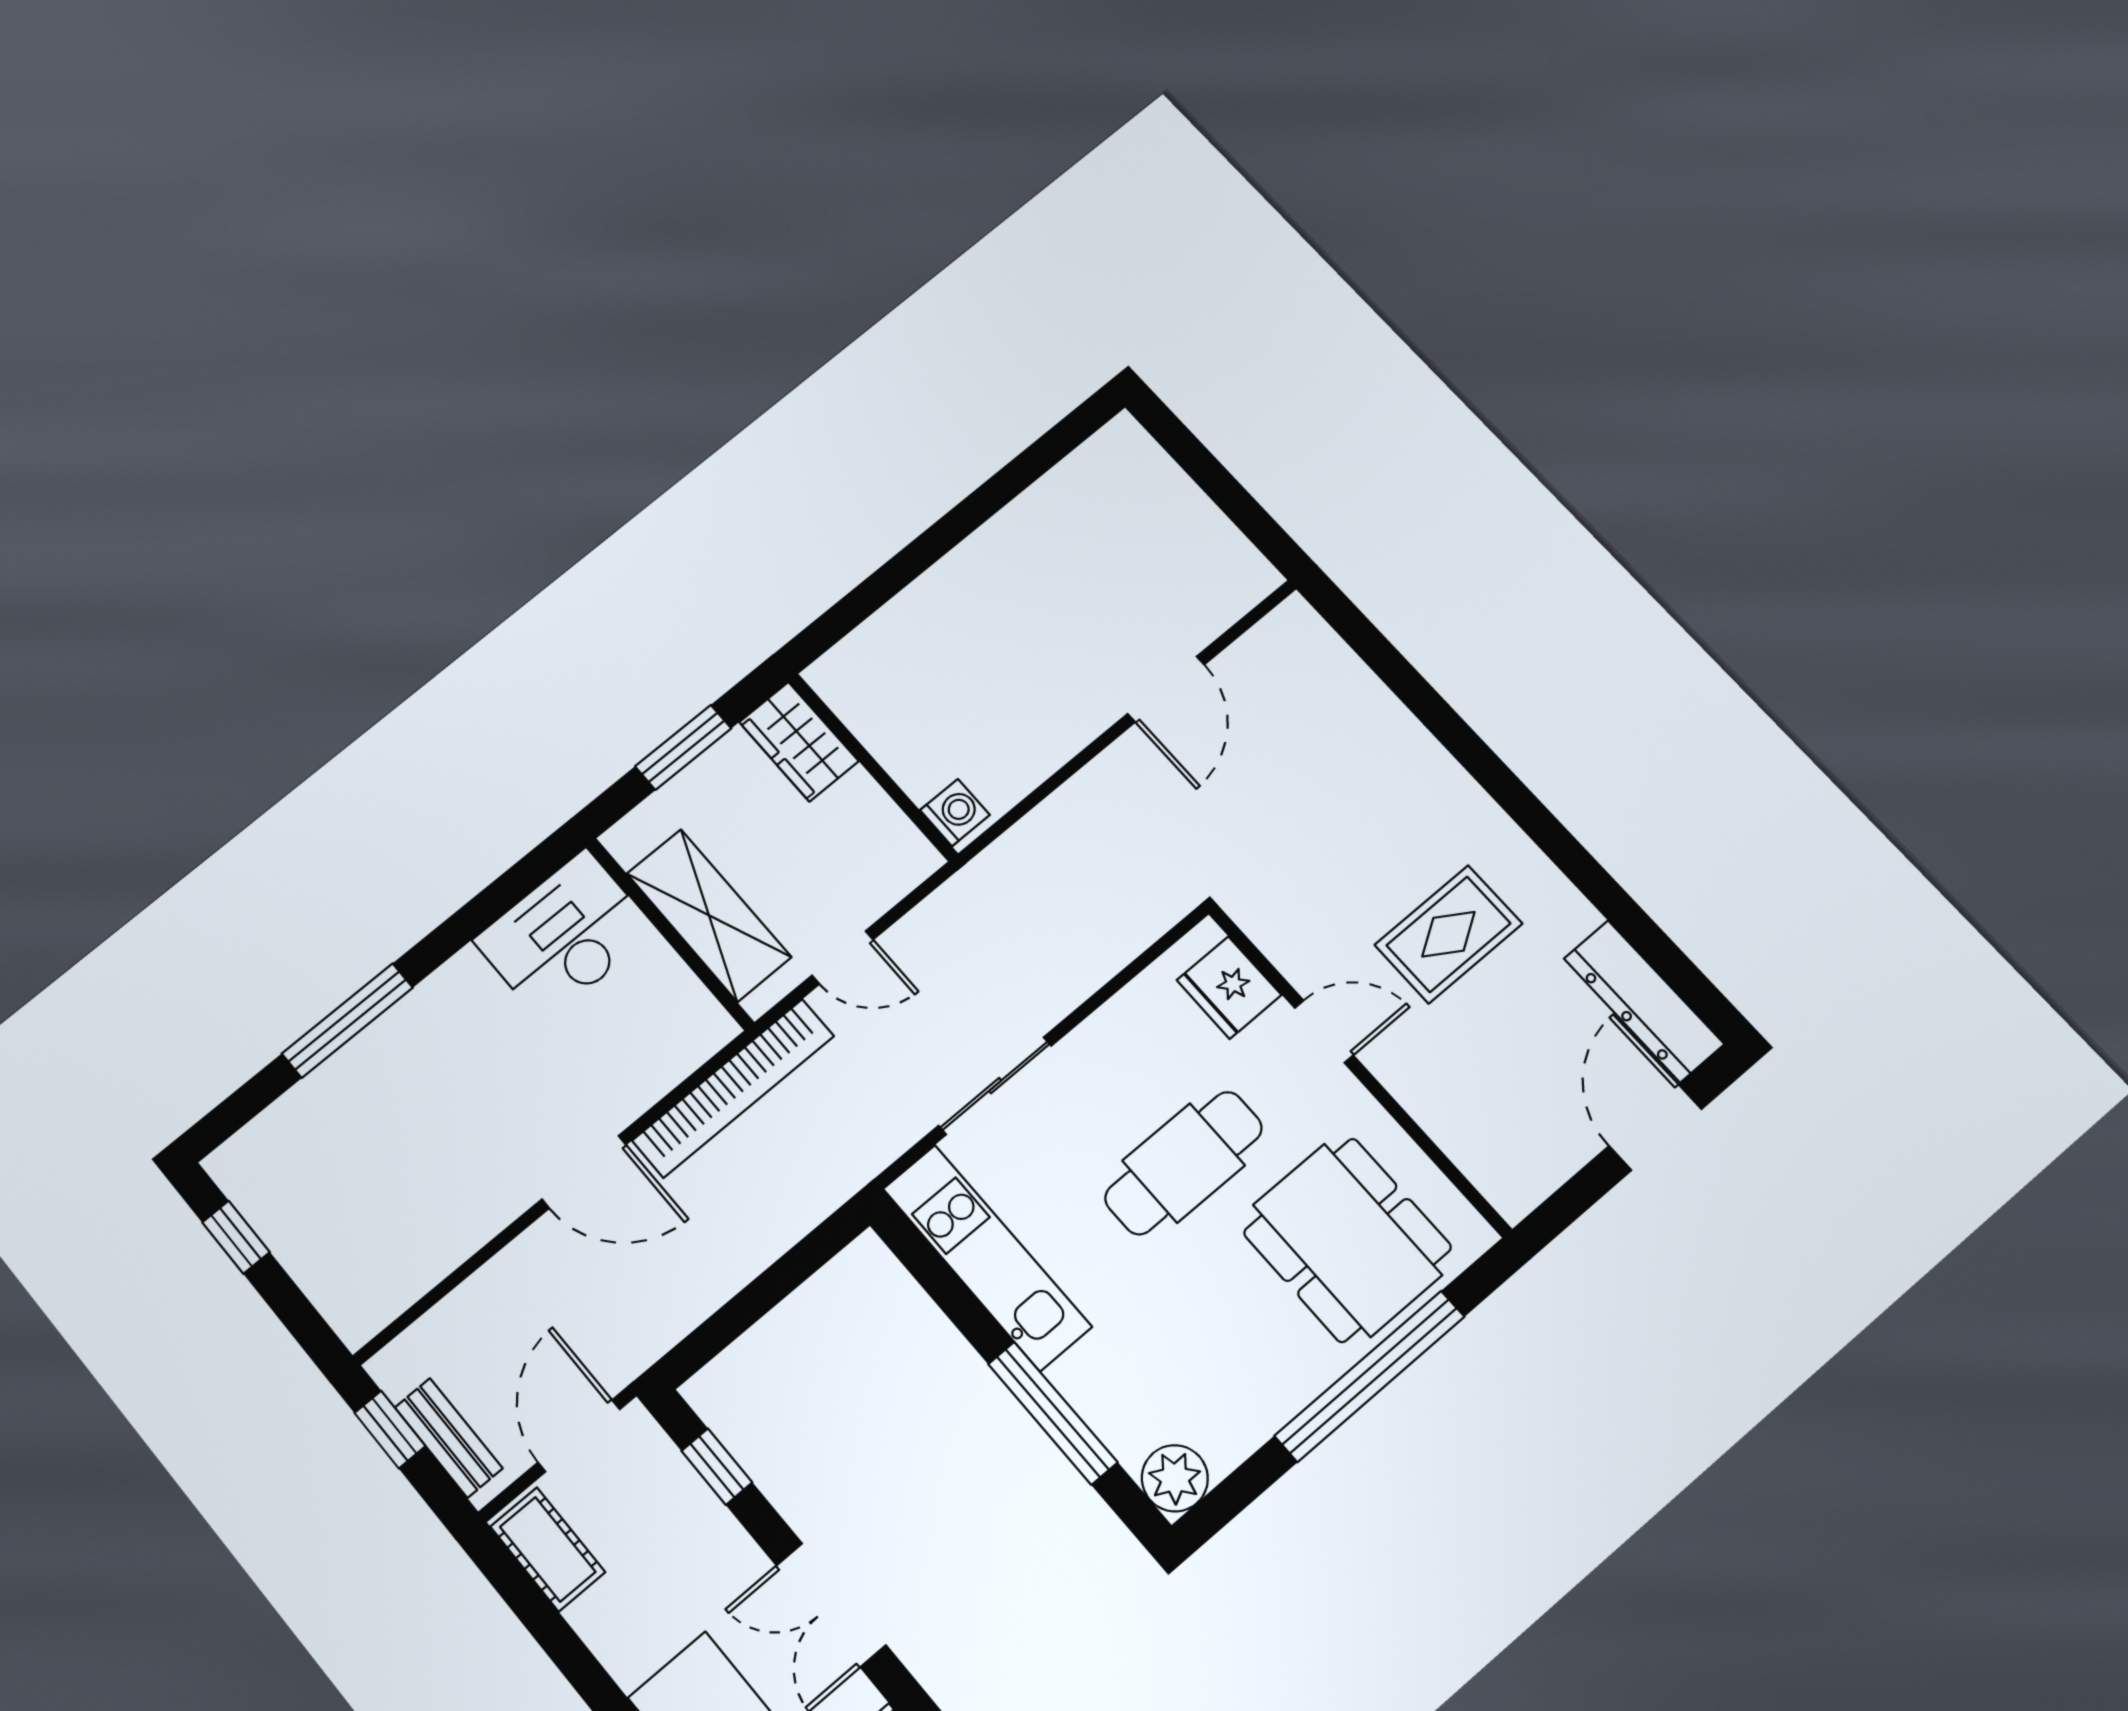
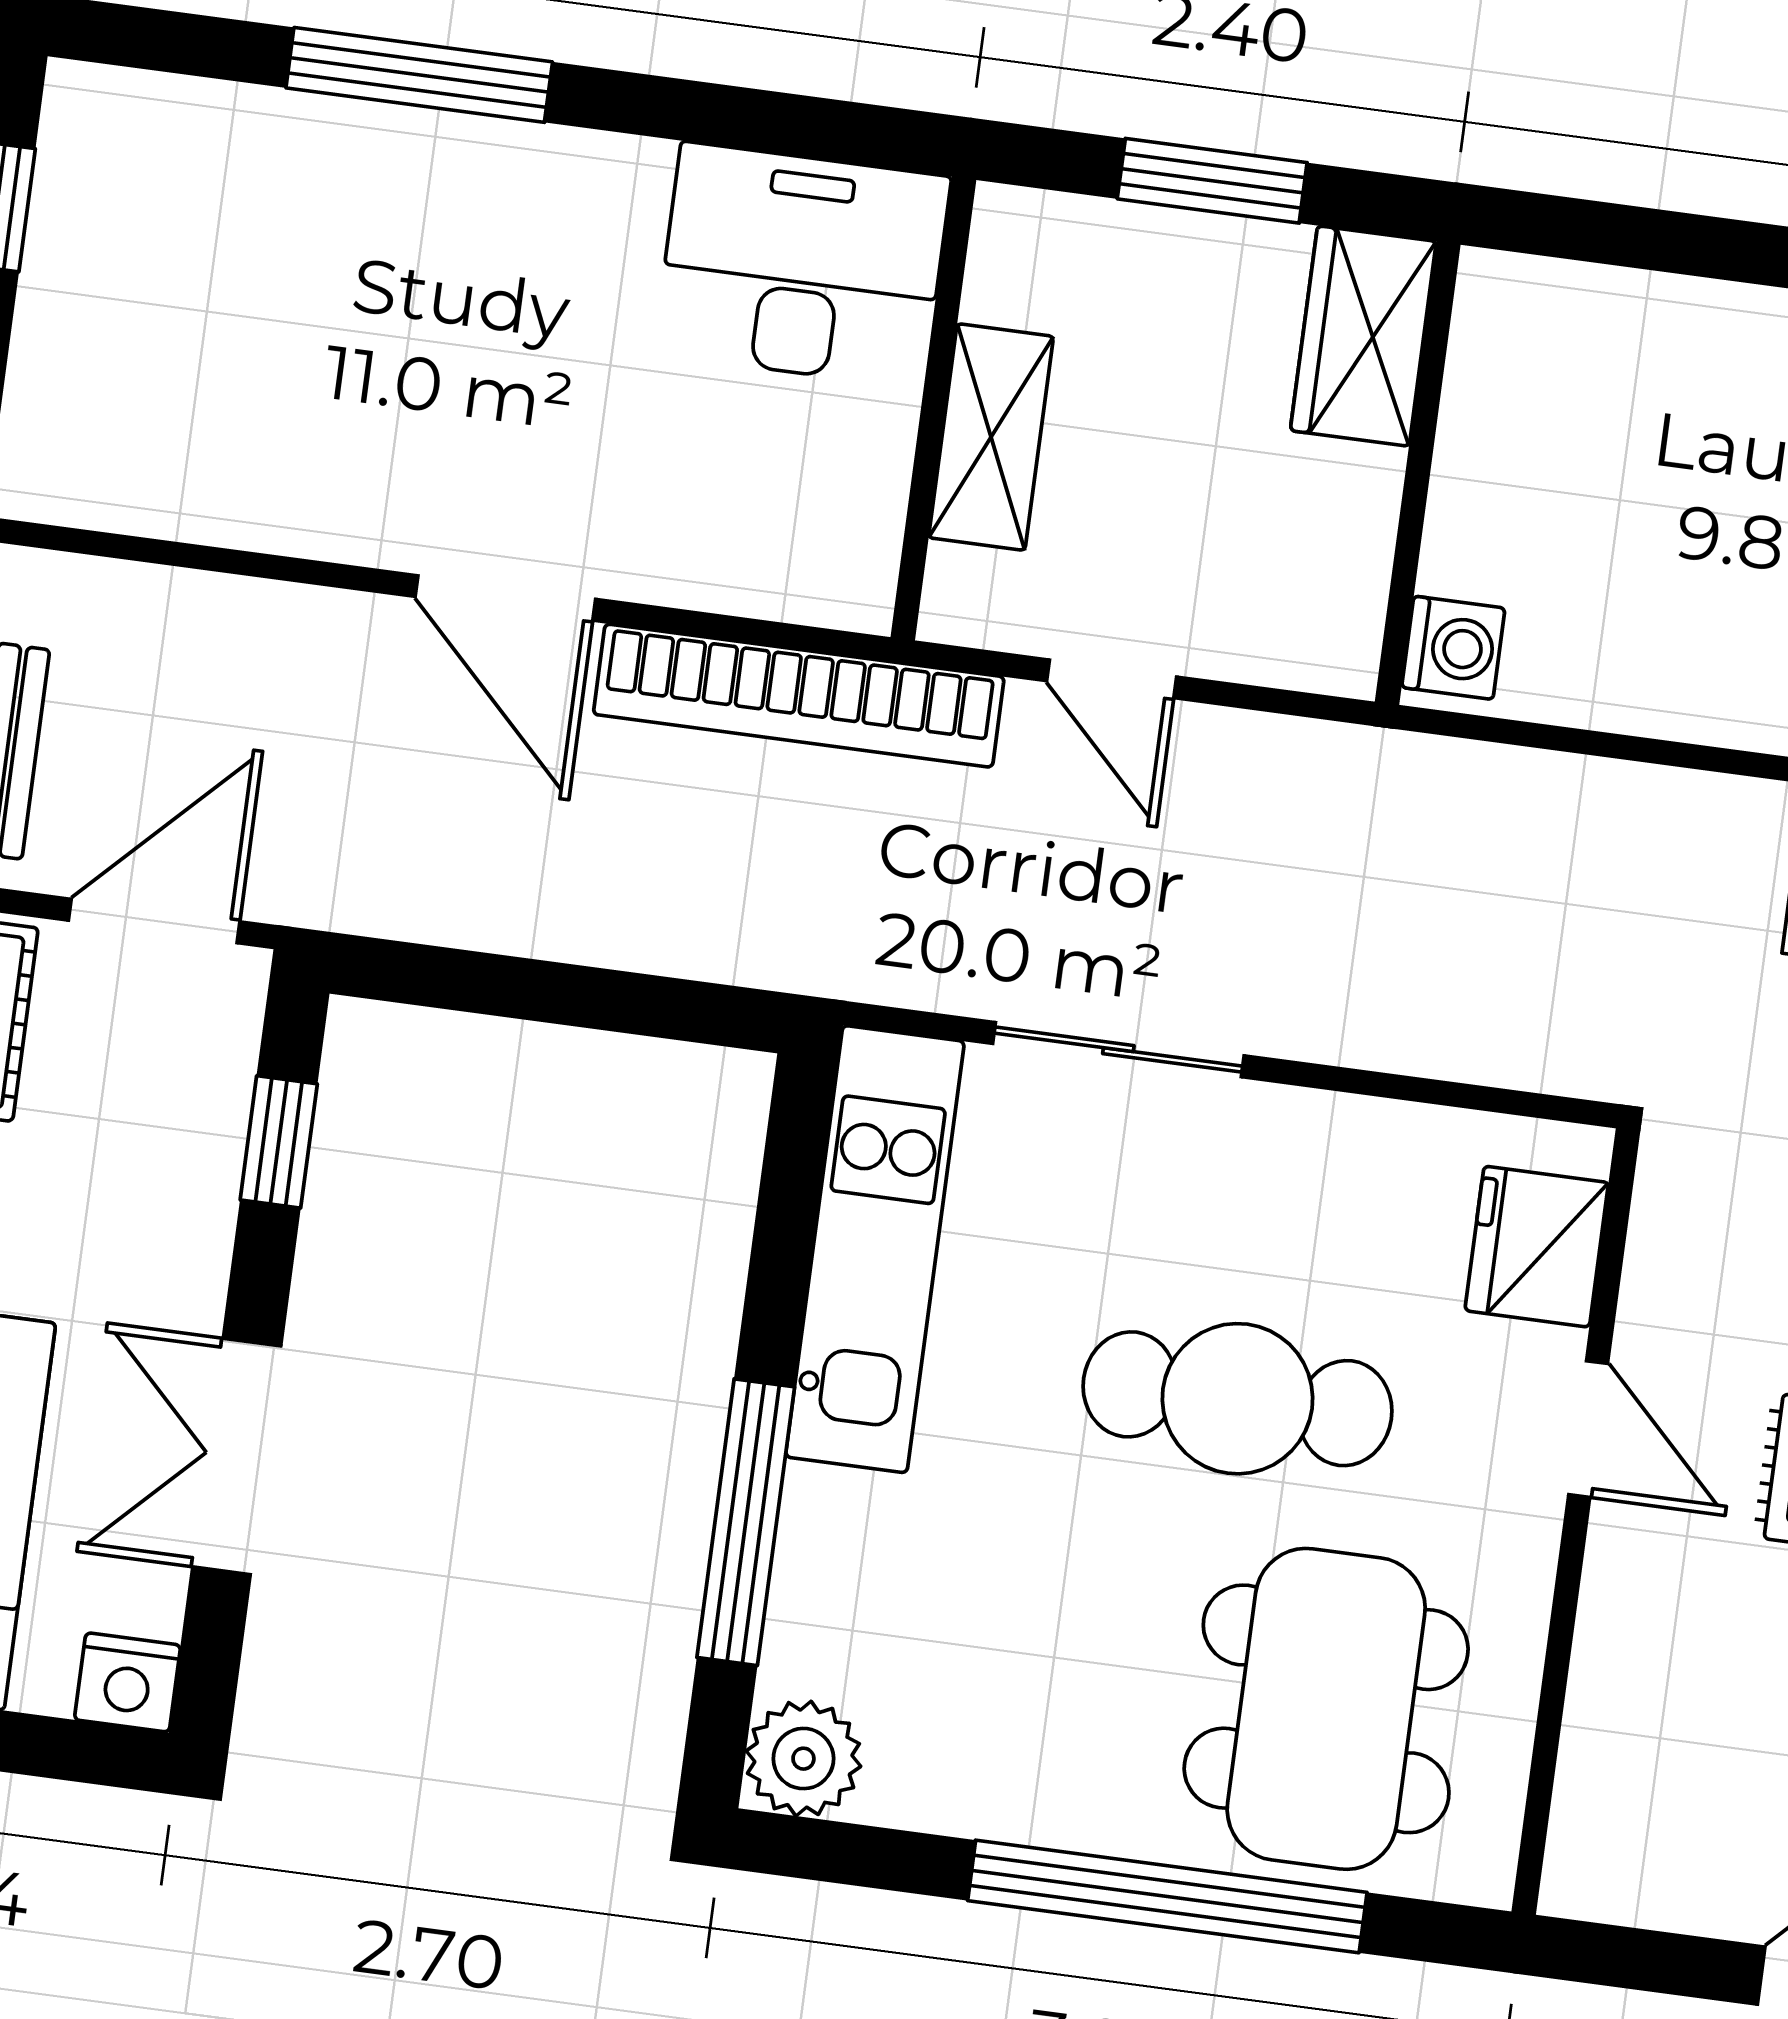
shelving: (709, 915) -> (991, 437), width x0.67, depth x0.75

